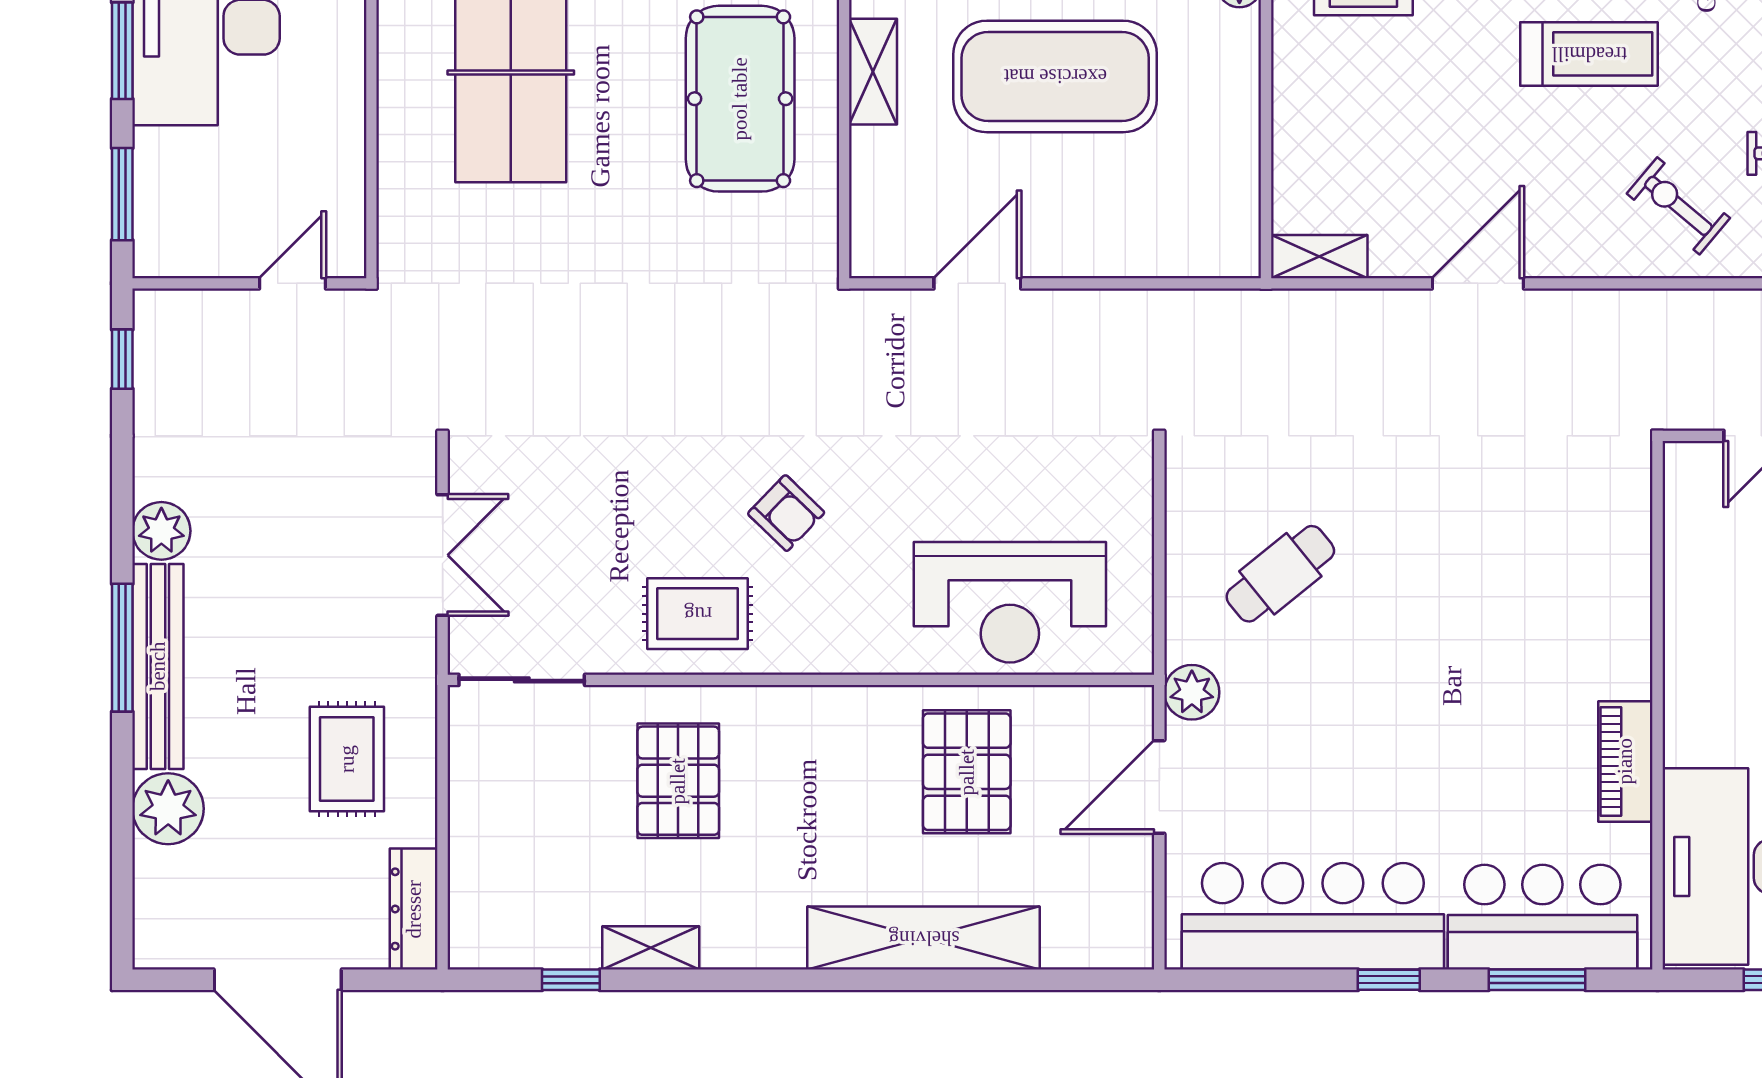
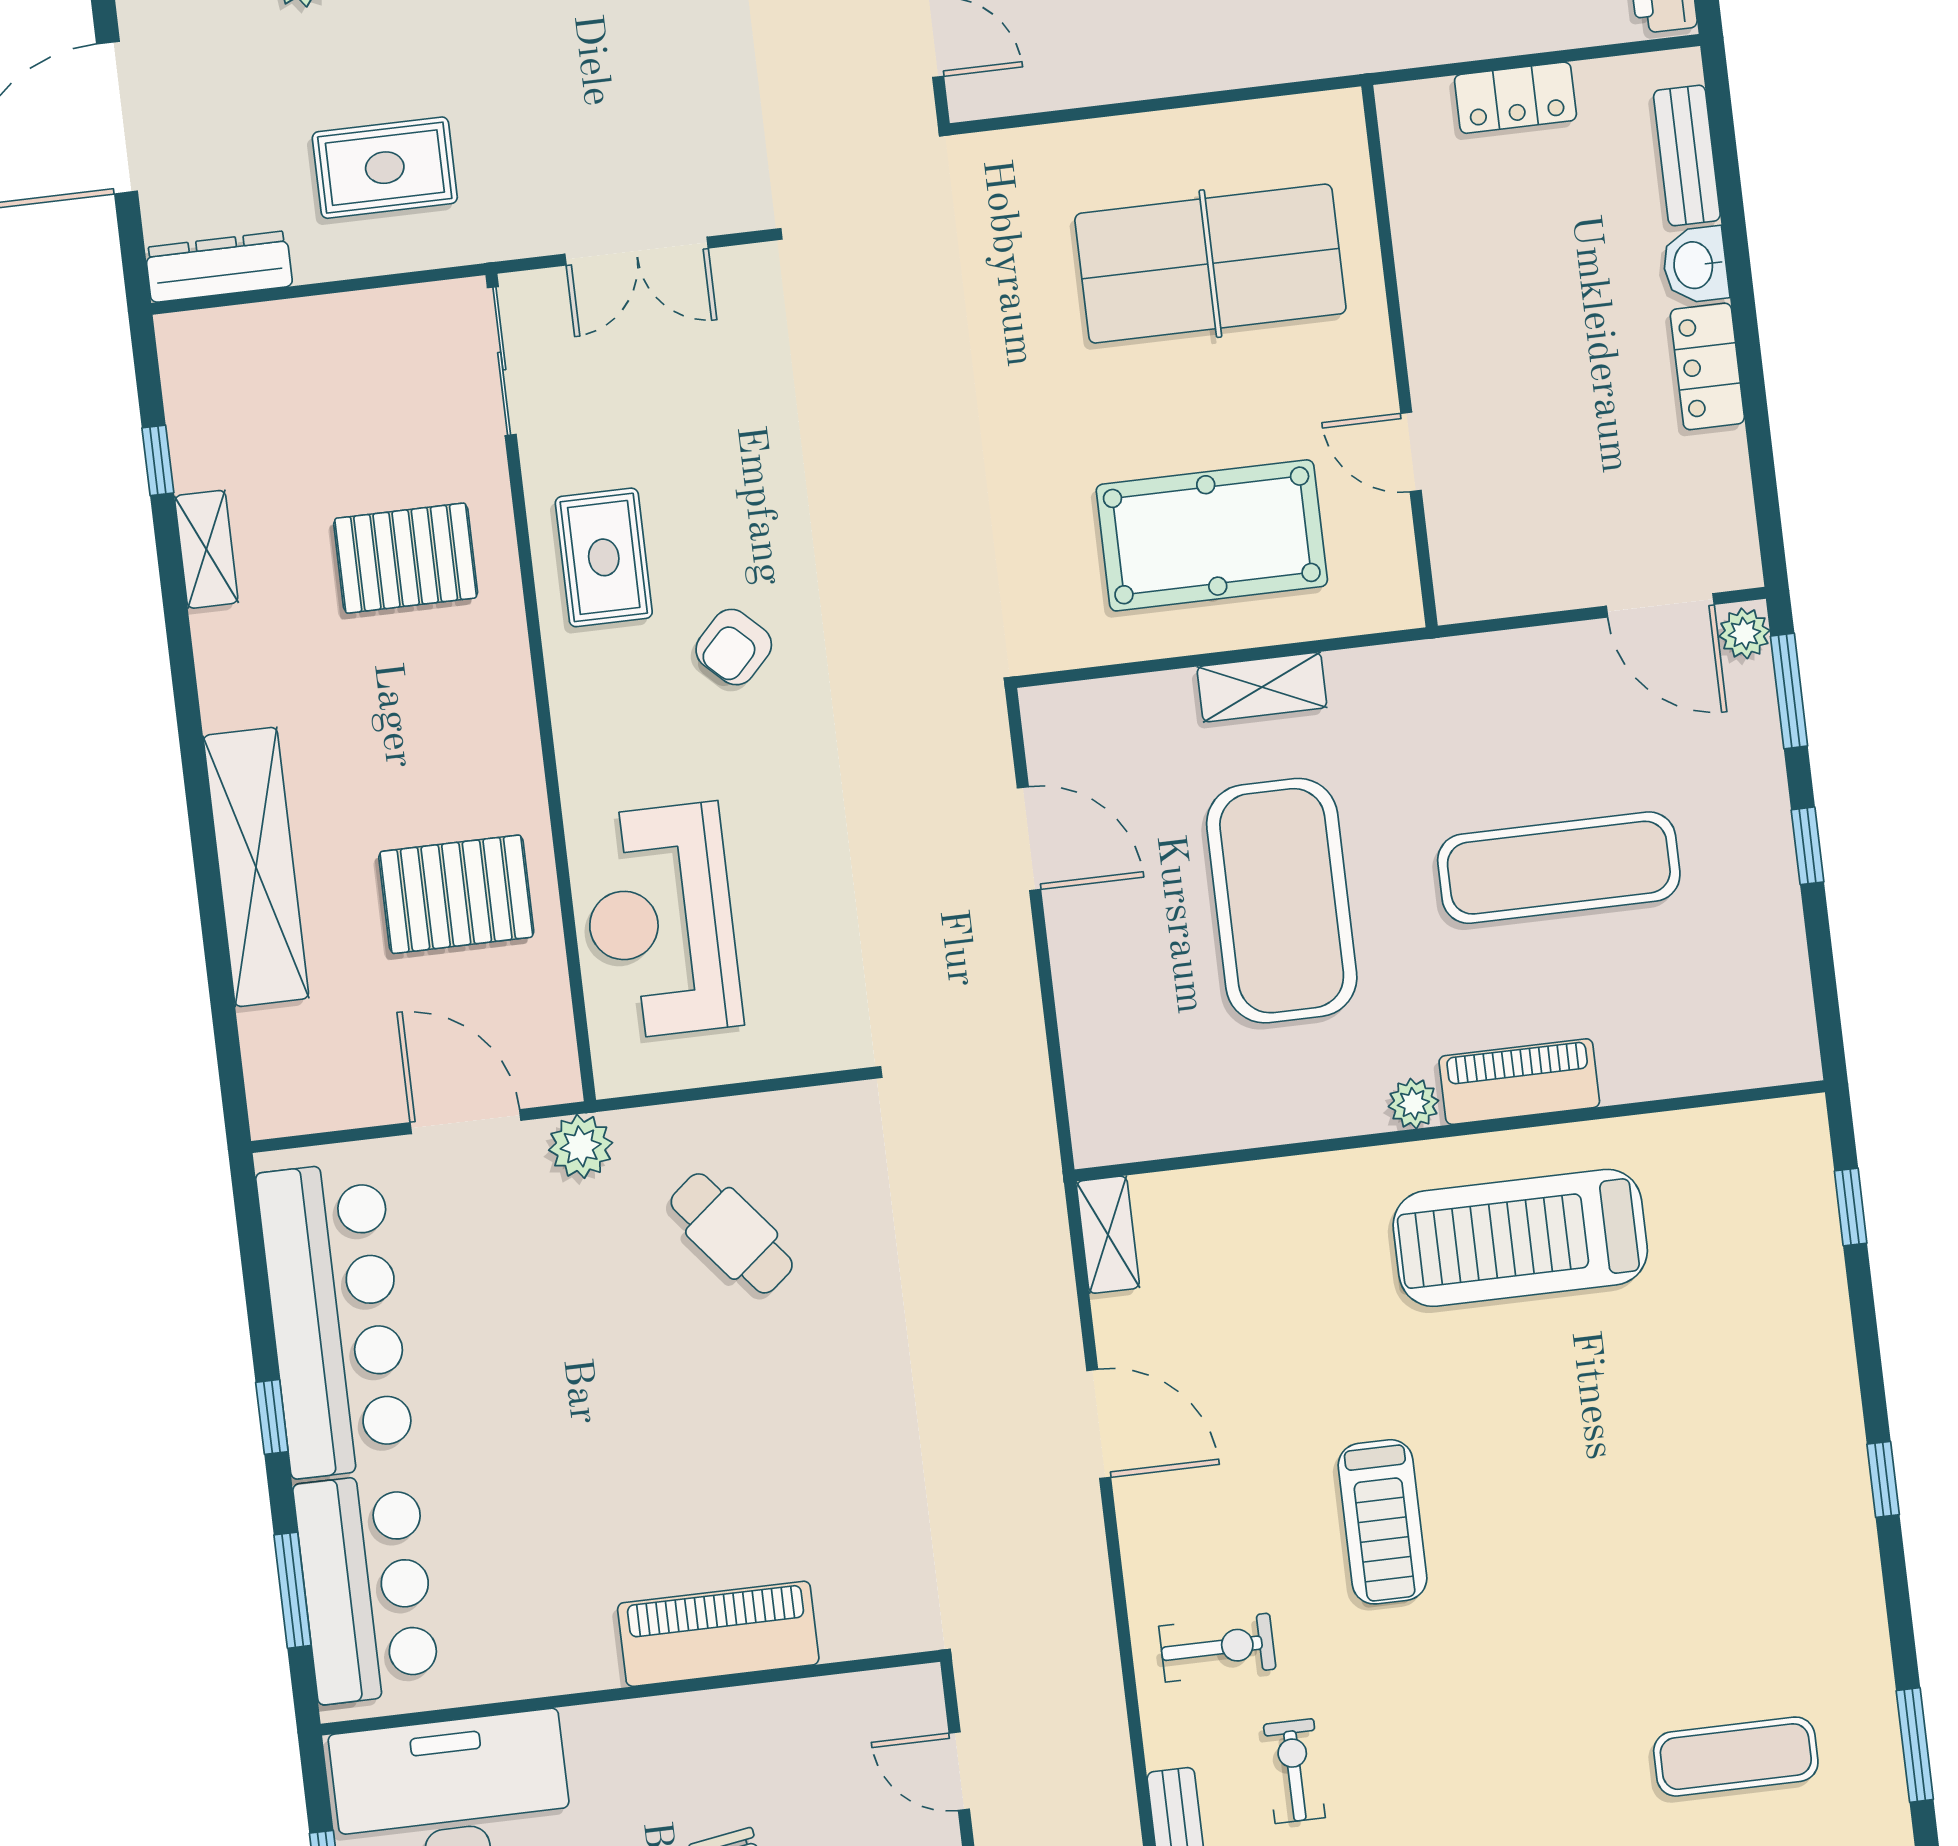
exercise bike: (1678, 206) -> (1217, 1648), turned 50
piano: (1625, 761) -> (718, 1634), moved, width x1.37, depth x1.33

